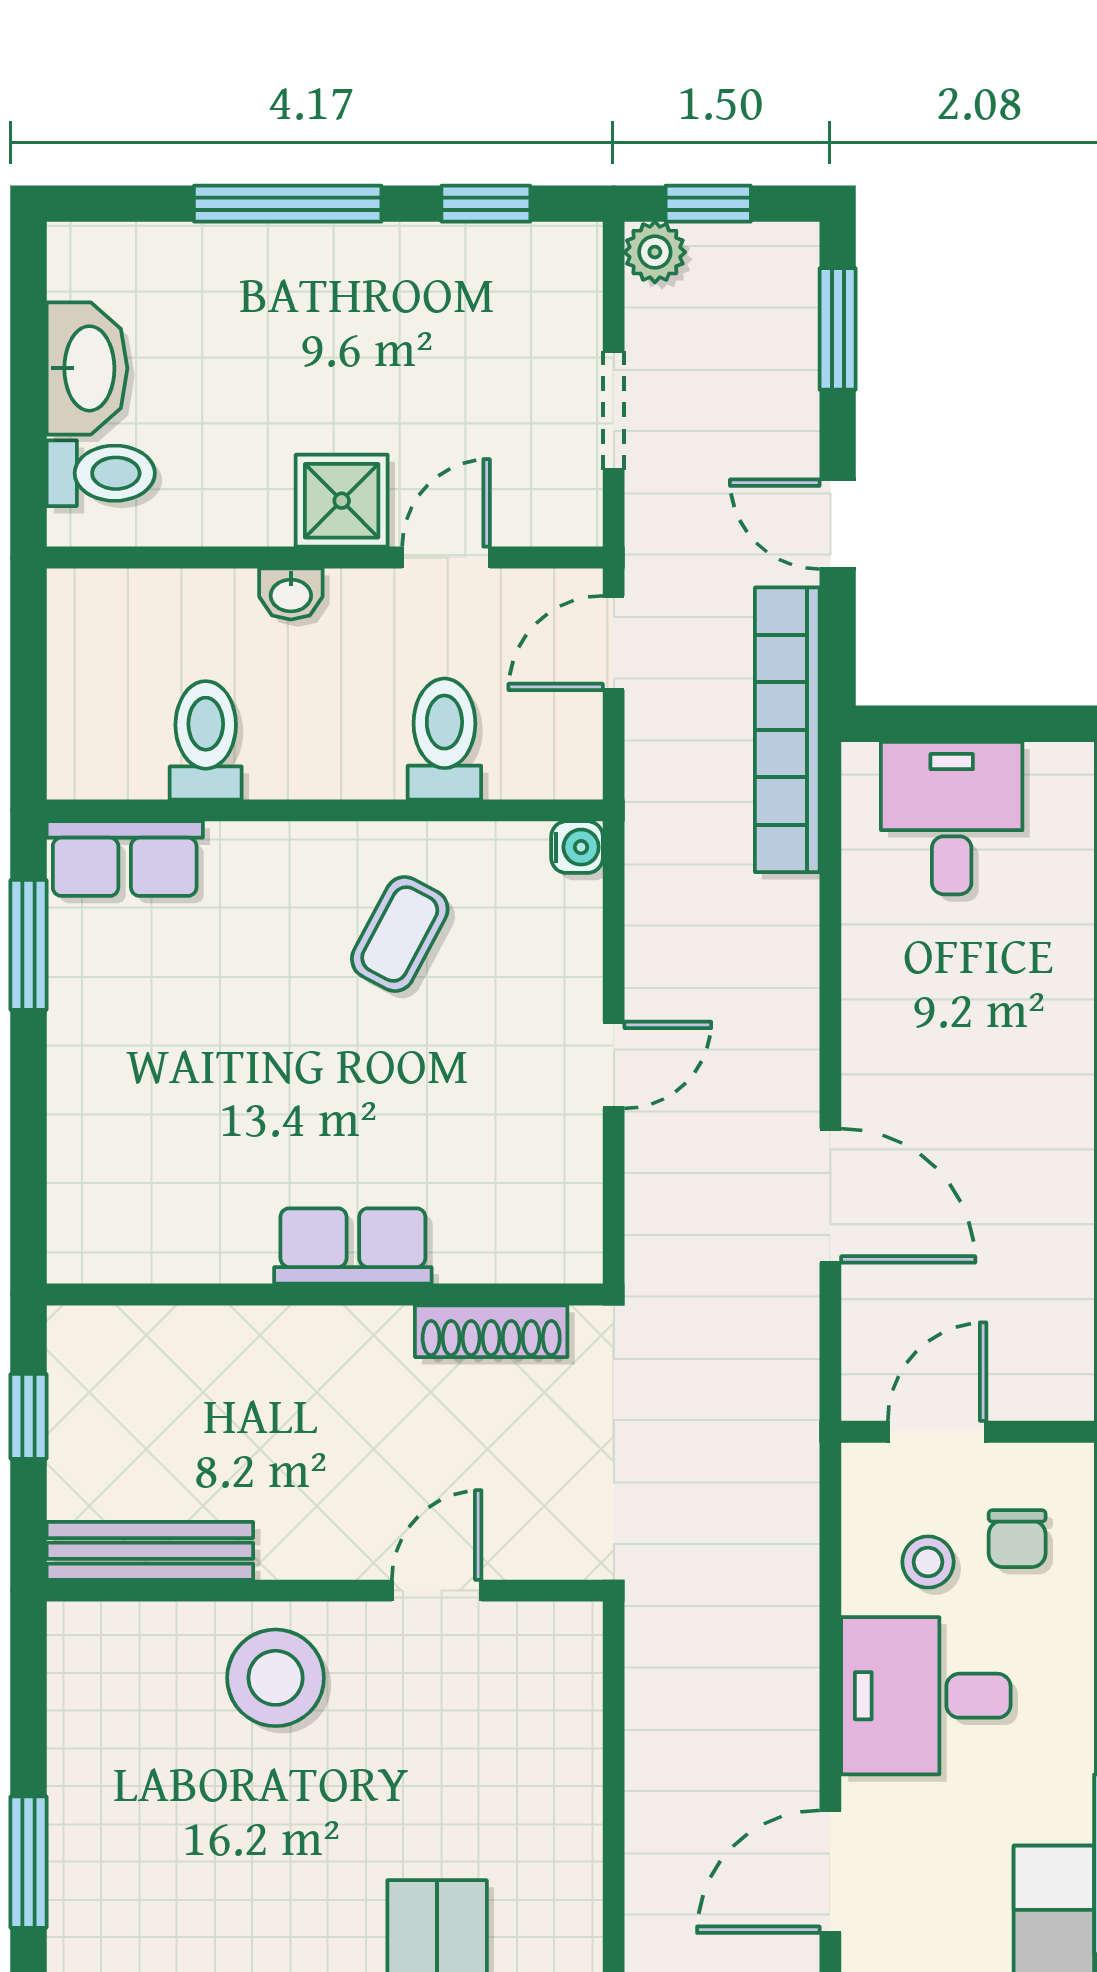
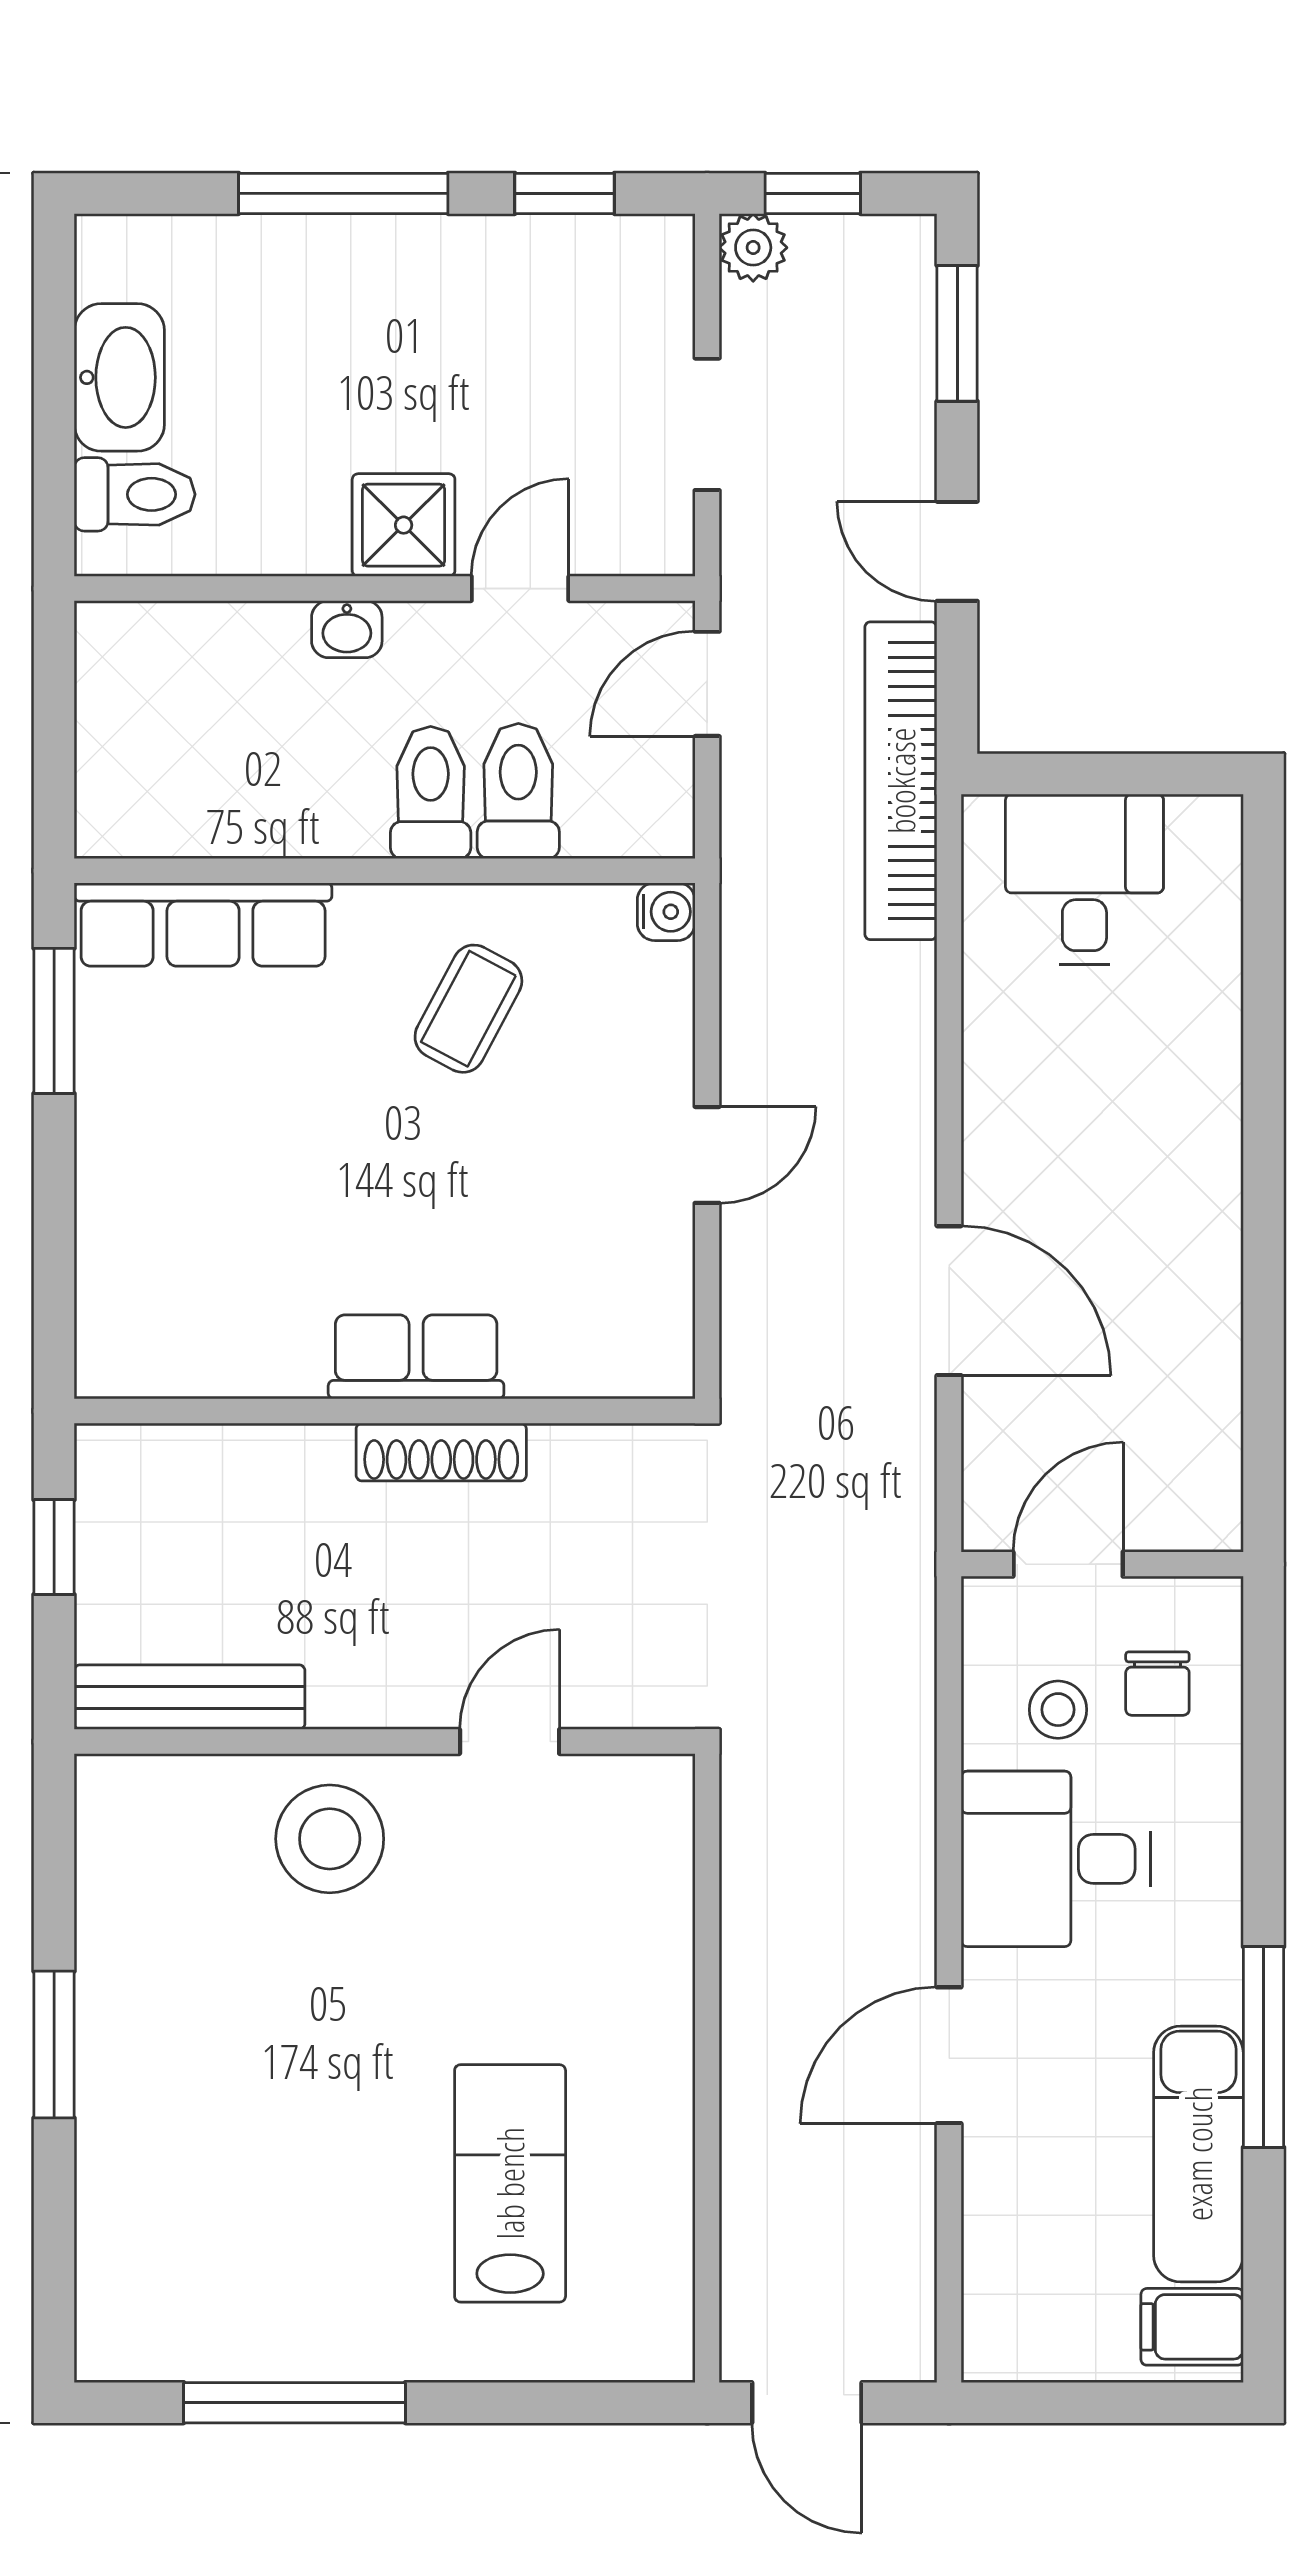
toilet: (206, 740) -> (431, 793), moved
row of seats: (125, 859) -> (203, 925), width x1.48
shoe rack: (491, 1331) -> (441, 1452), moved

